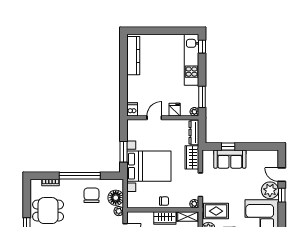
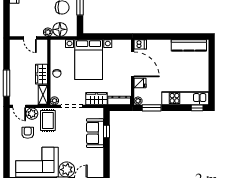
door: (154, 118) -> (133, 64), width x1.87
window: (123, 152) -> (102, 36), removed

